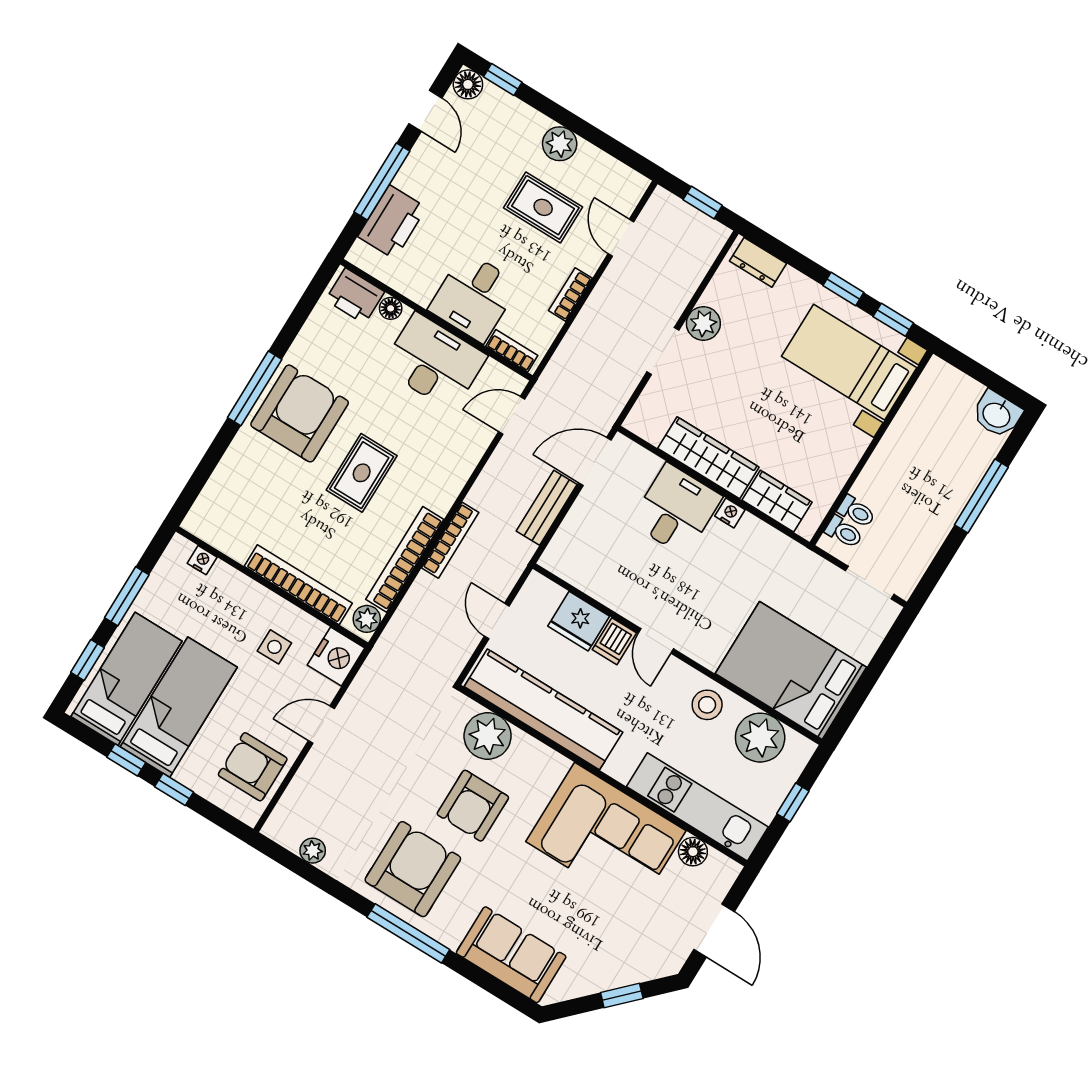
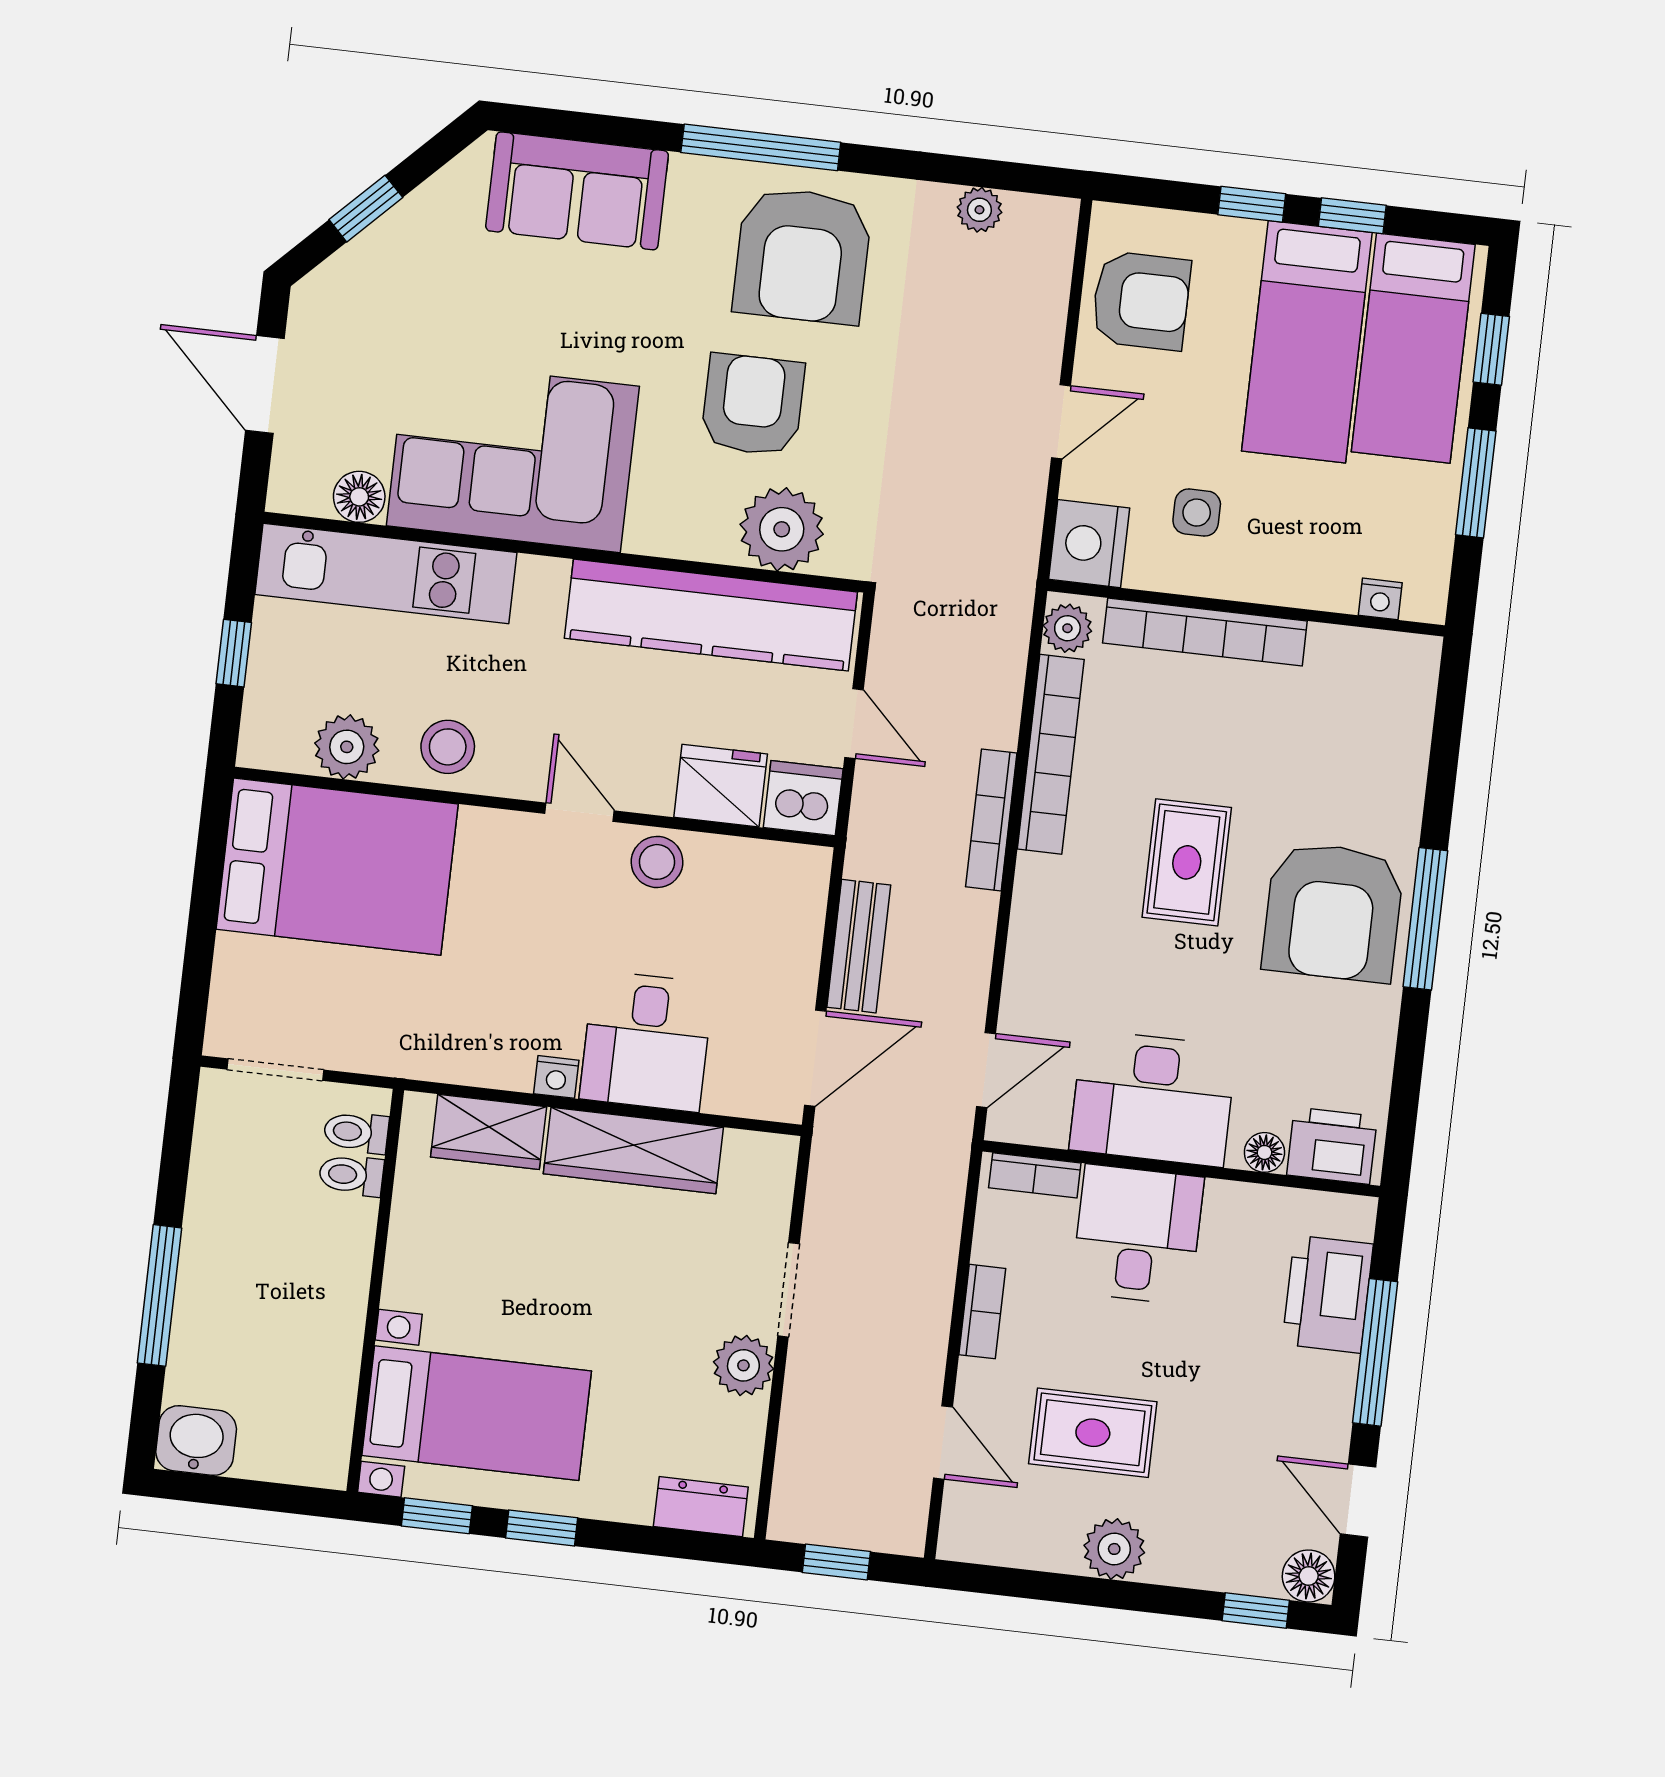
stool: (629, 598) -> (657, 862), added
dishwasher: (614, 641) -> (803, 798), moved, width x1.38
plant: (760, 738) -> (347, 747), width x0.73, depth x0.73

